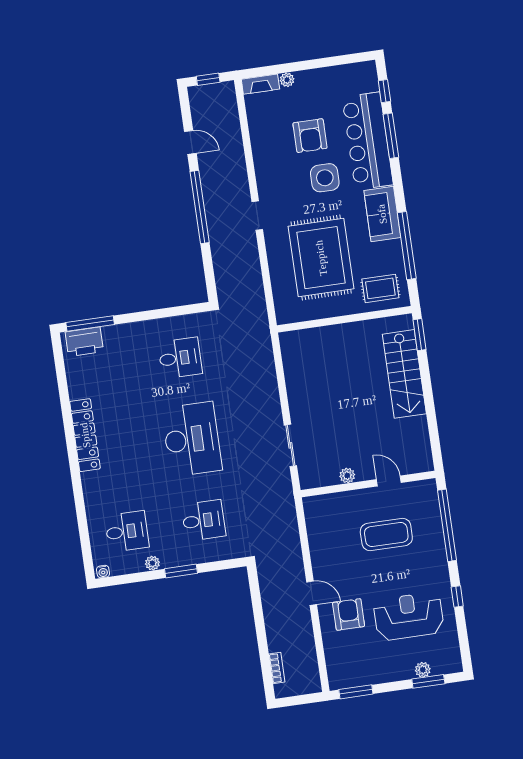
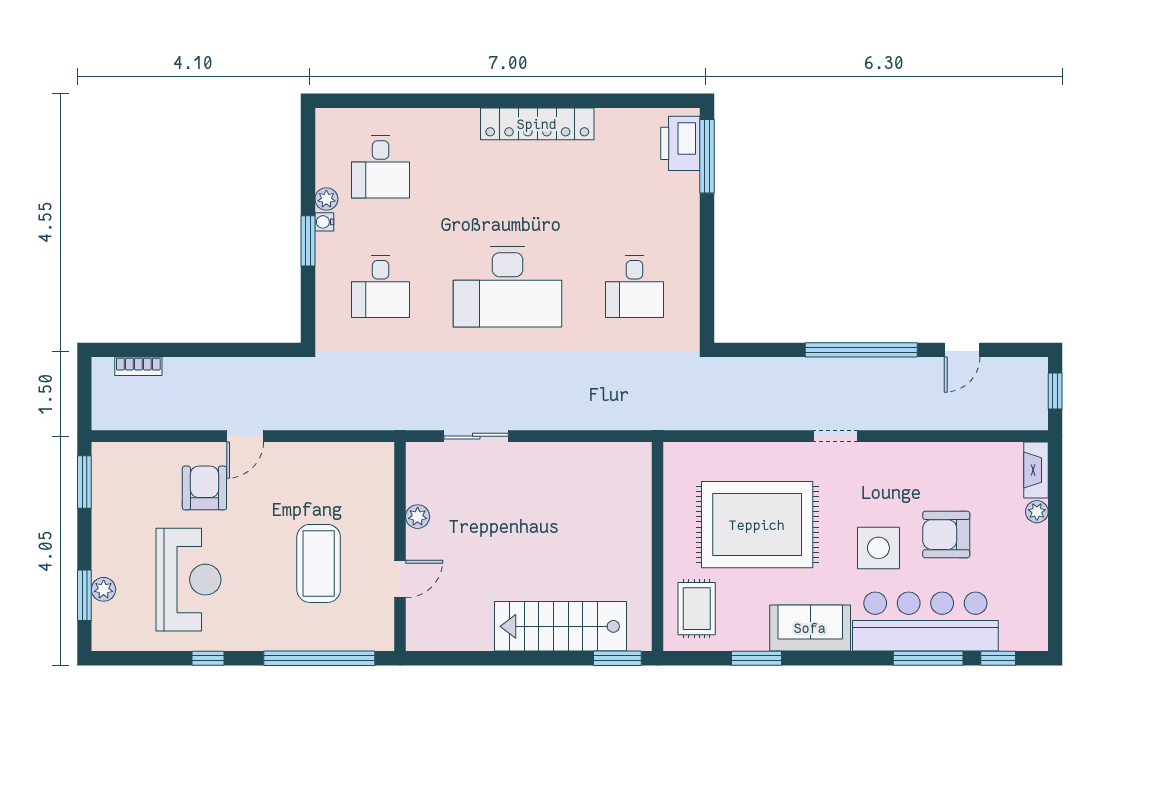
window: (407, 246) -> (757, 658), width x0.47
water cooler: (103, 572) -> (324, 222), moved
armchair: (349, 614) -> (204, 488), turned -90

